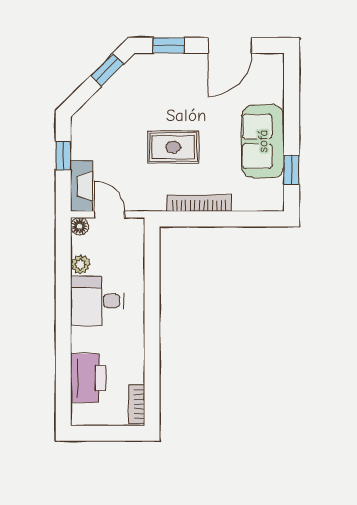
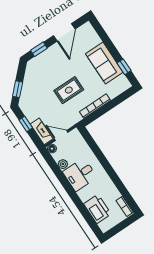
window: (107, 70) -> (18, 89), moved

